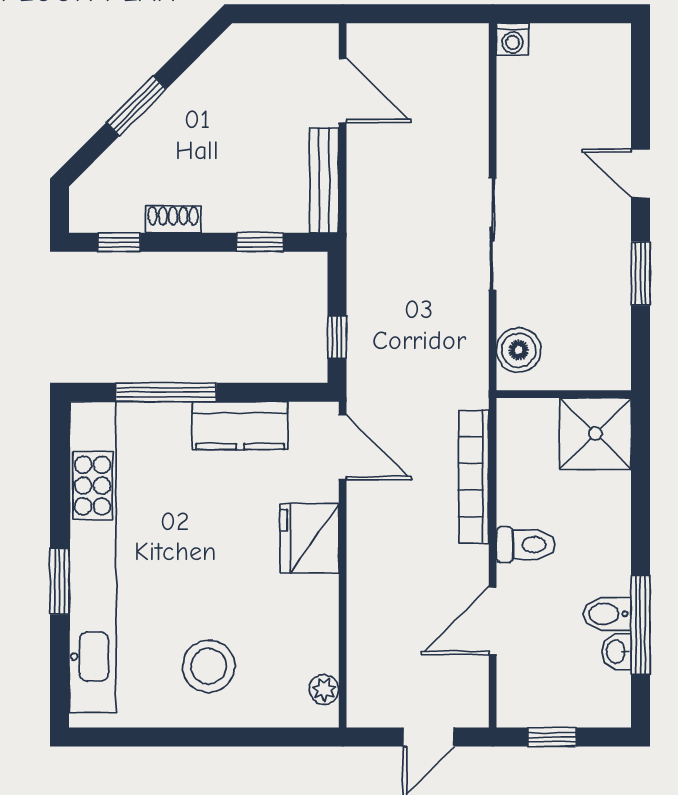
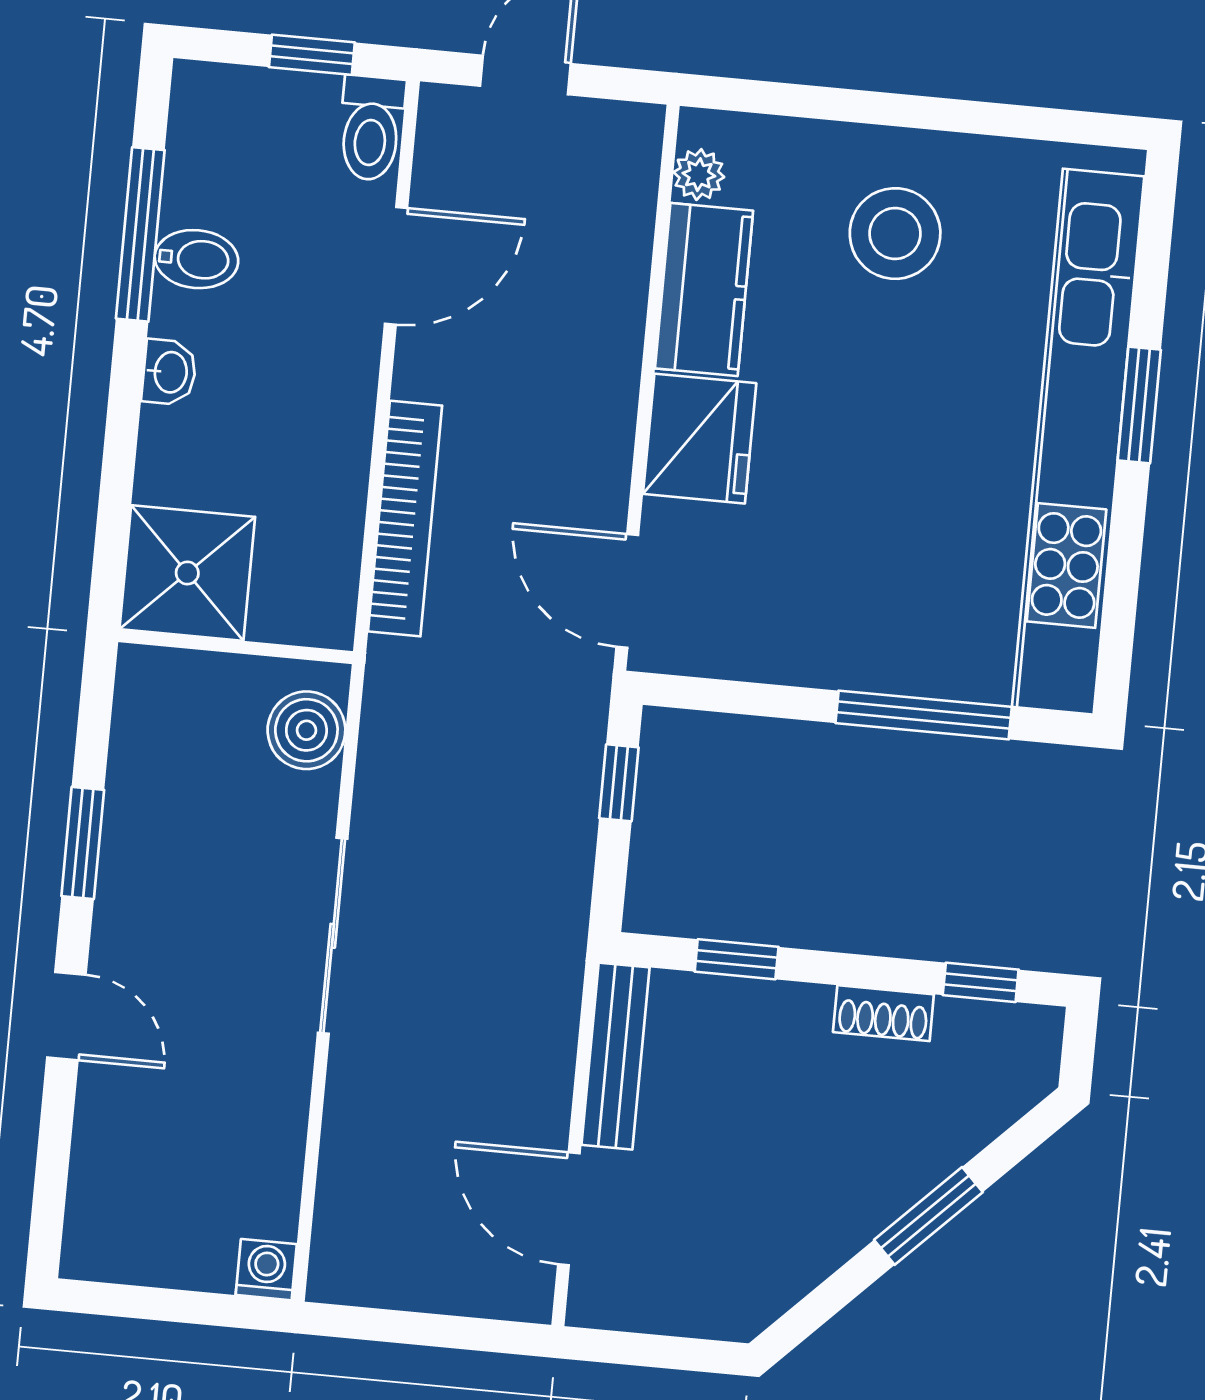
kitchen counter: (240, 425) -> (704, 290), moved, turned 90
toilet: (526, 545) -> (371, 128), moved, turned -90
washbasin: (617, 652) -> (169, 372), moved

